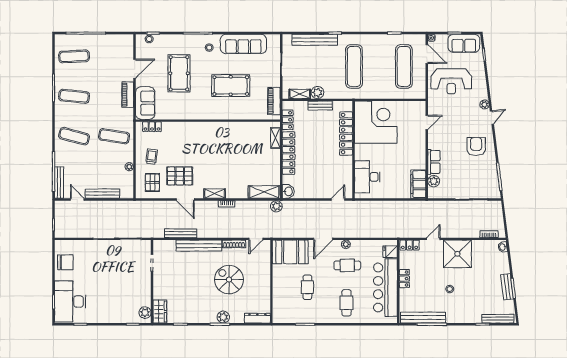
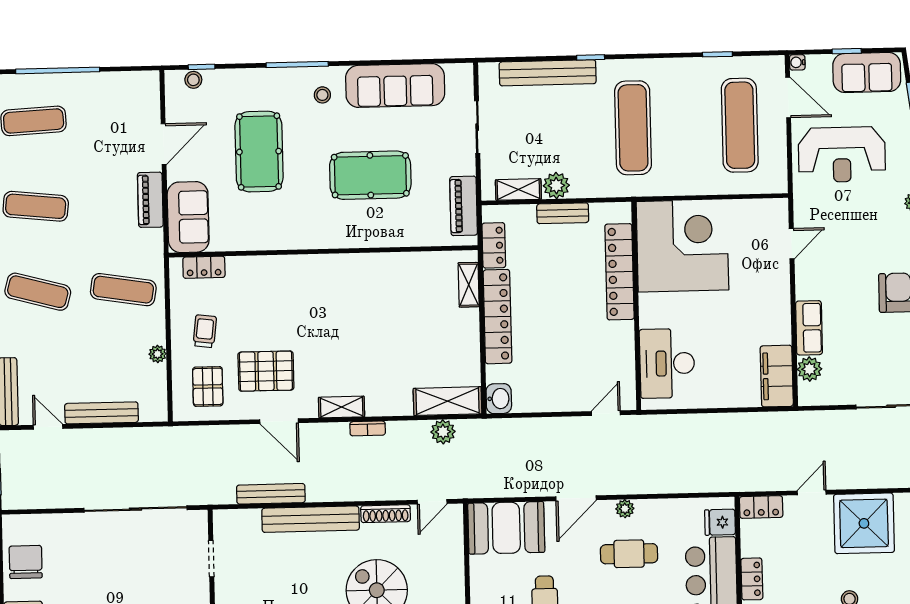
plant: (276, 206) -> (443, 432), moved
chair: (65, 262) -> (26, 562), turned -90

